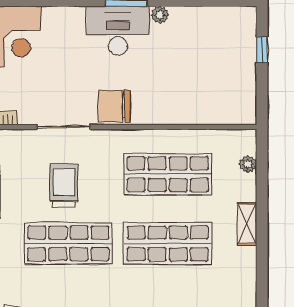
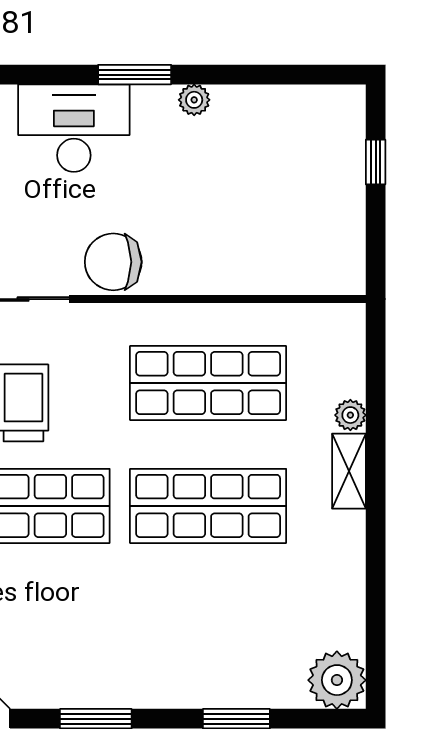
desk: (118, 31) -> (74, 128), moved
plant: (248, 164) -> (350, 415), moved

